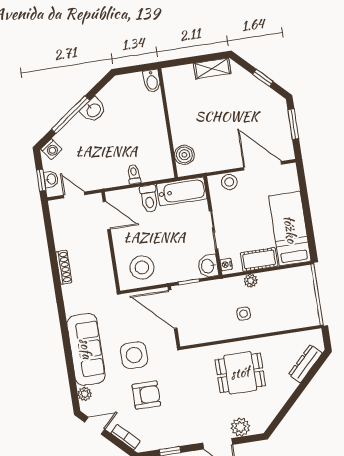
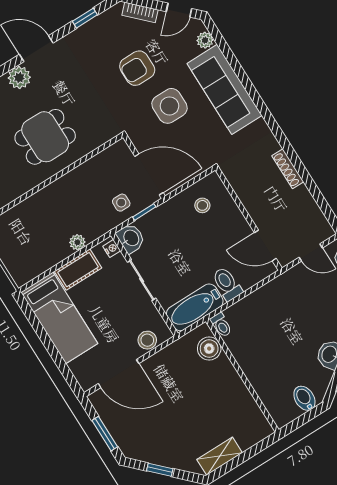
bidet: (152, 81) -> (304, 398), moved
toilet: (134, 174) -> (221, 325), moved
stool: (142, 267) -> (202, 205), width x0.53, depth x0.53
side table: (244, 314) -> (121, 203), moved

